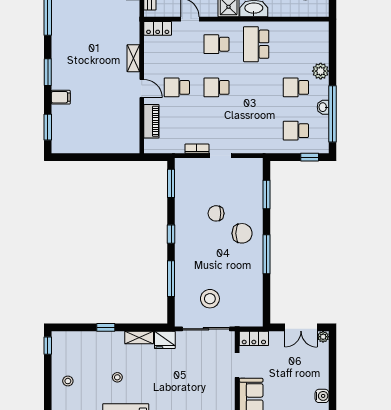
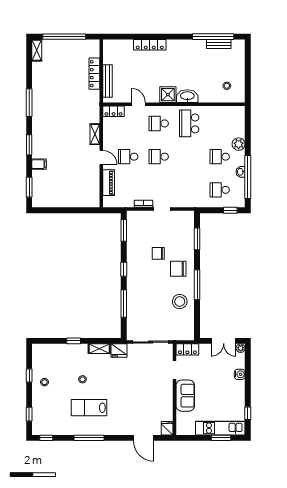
chair: (242, 233) -> (178, 269), turned 180
stool: (210, 299) -> (180, 302), moved
window: (48, 346) -> (29, 376), moved
water cooler: (322, 396) -> (240, 374), moved

